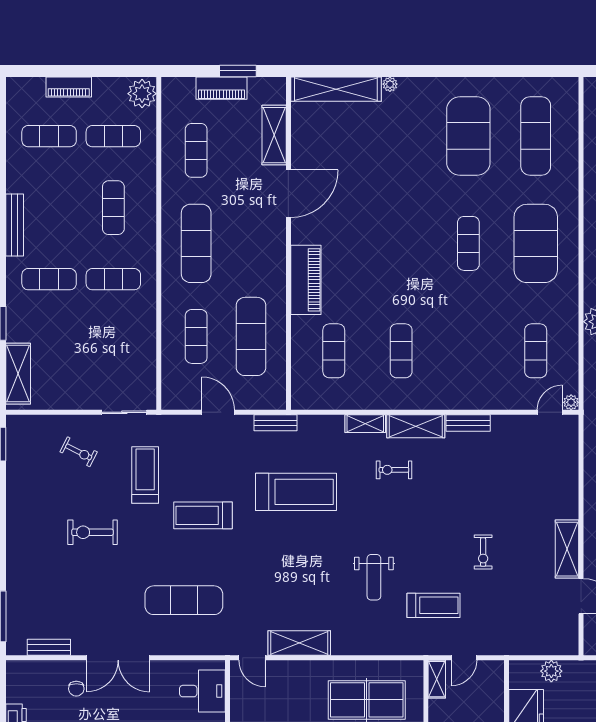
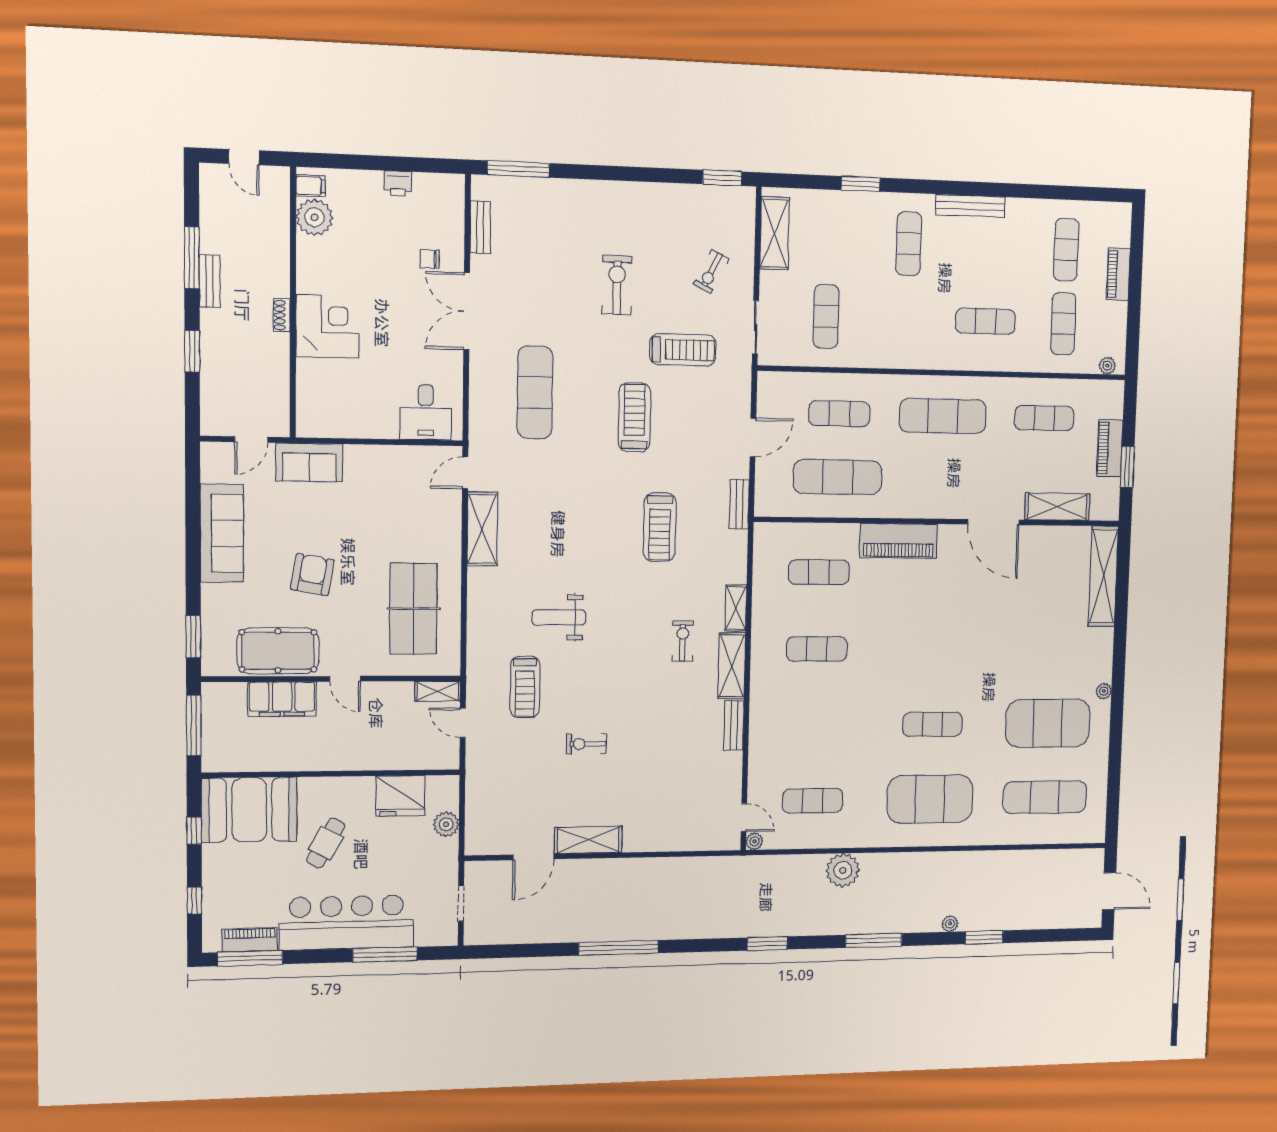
plant: (390, 84) -> (1104, 691), moved
plant: (142, 94) -> (1107, 366), width x0.53, depth x0.53
exercise mat: (113, 279) -> (826, 316), moved
shelving: (18, 374) -> (775, 233), moved, turned 90
treadmill: (296, 492) -> (660, 527), width x0.73, depth x0.73

